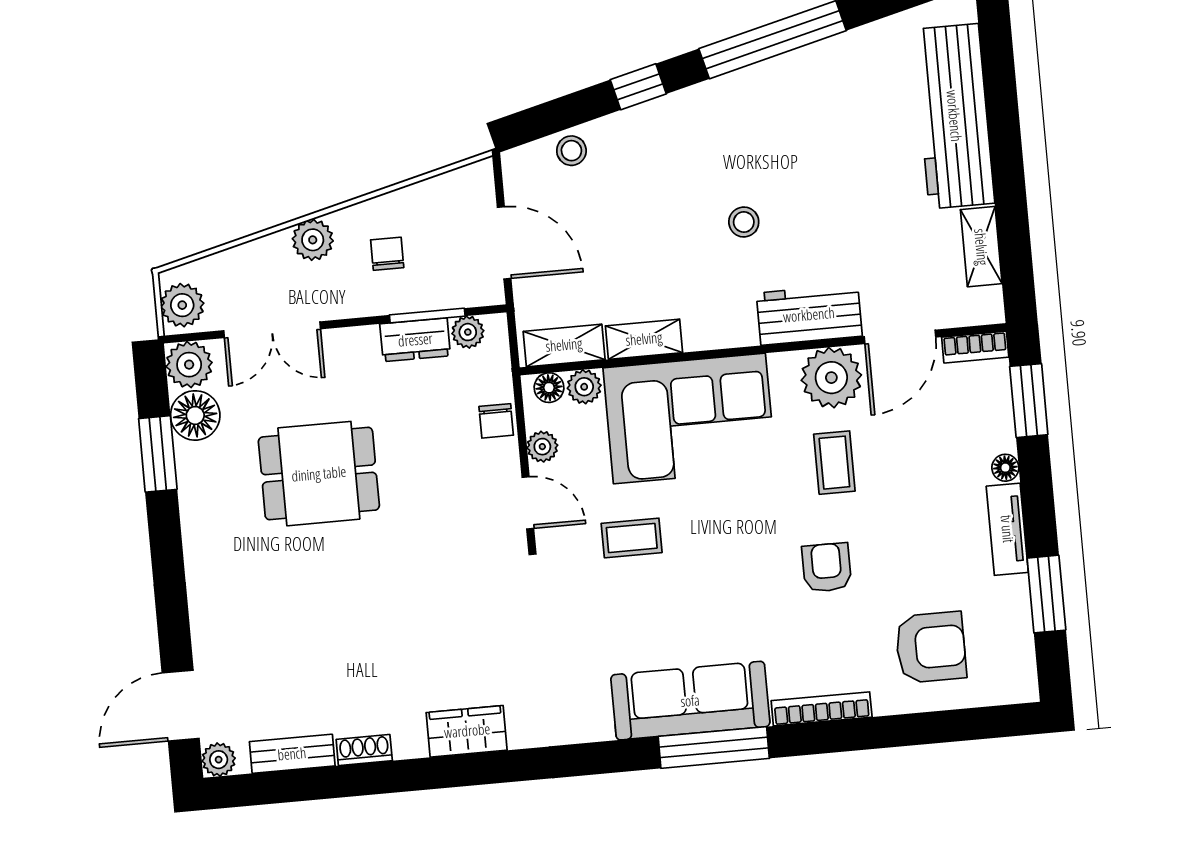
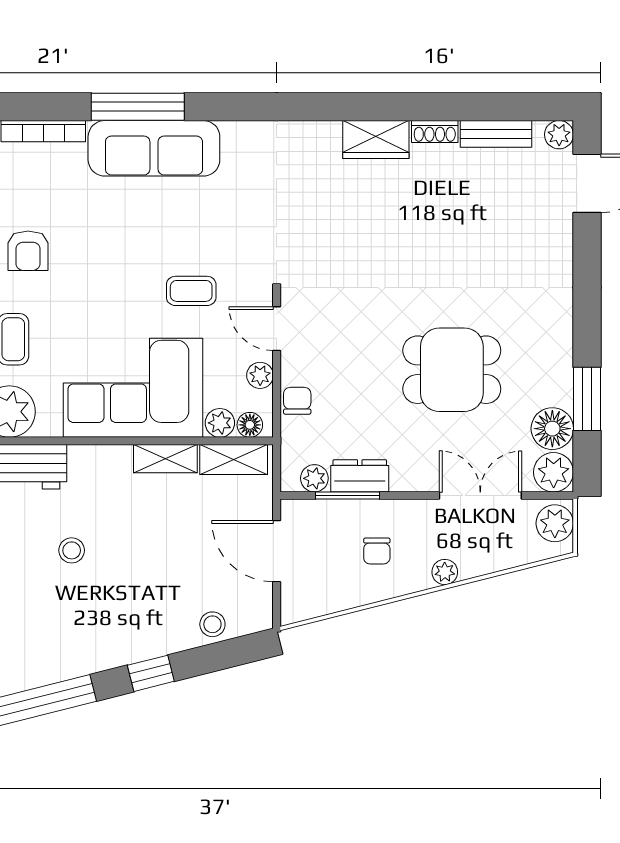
plant: (313, 240) -> (445, 572), width x0.73, depth x0.73
wardrobe: (467, 731) -> (376, 139), moved

